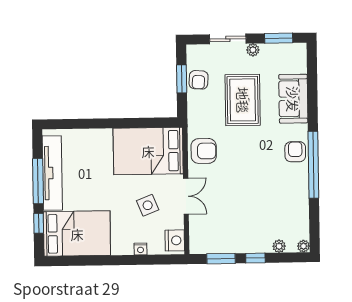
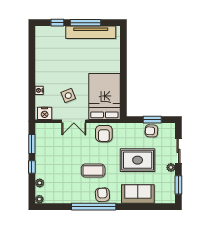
armchair: (295, 152) -> (102, 195), turned -94
coffee table: (259, 166) -> (93, 171), added
bed: (77, 234) -> (50, 48), removed

